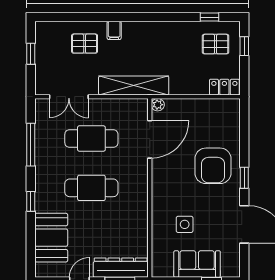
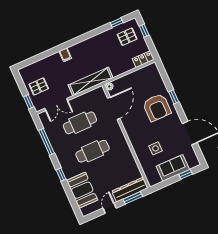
pallet: (85, 44) -> (39, 86), moved
window: (31, 54) -> (29, 102), moved
window: (244, 178) -> (174, 97), moved

